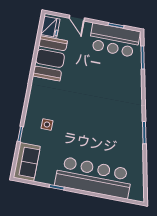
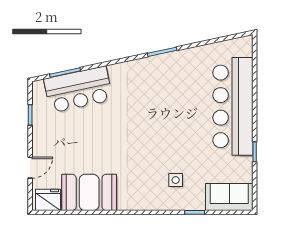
bar counter: (114, 40) -> (78, 90), moved, turned 78

